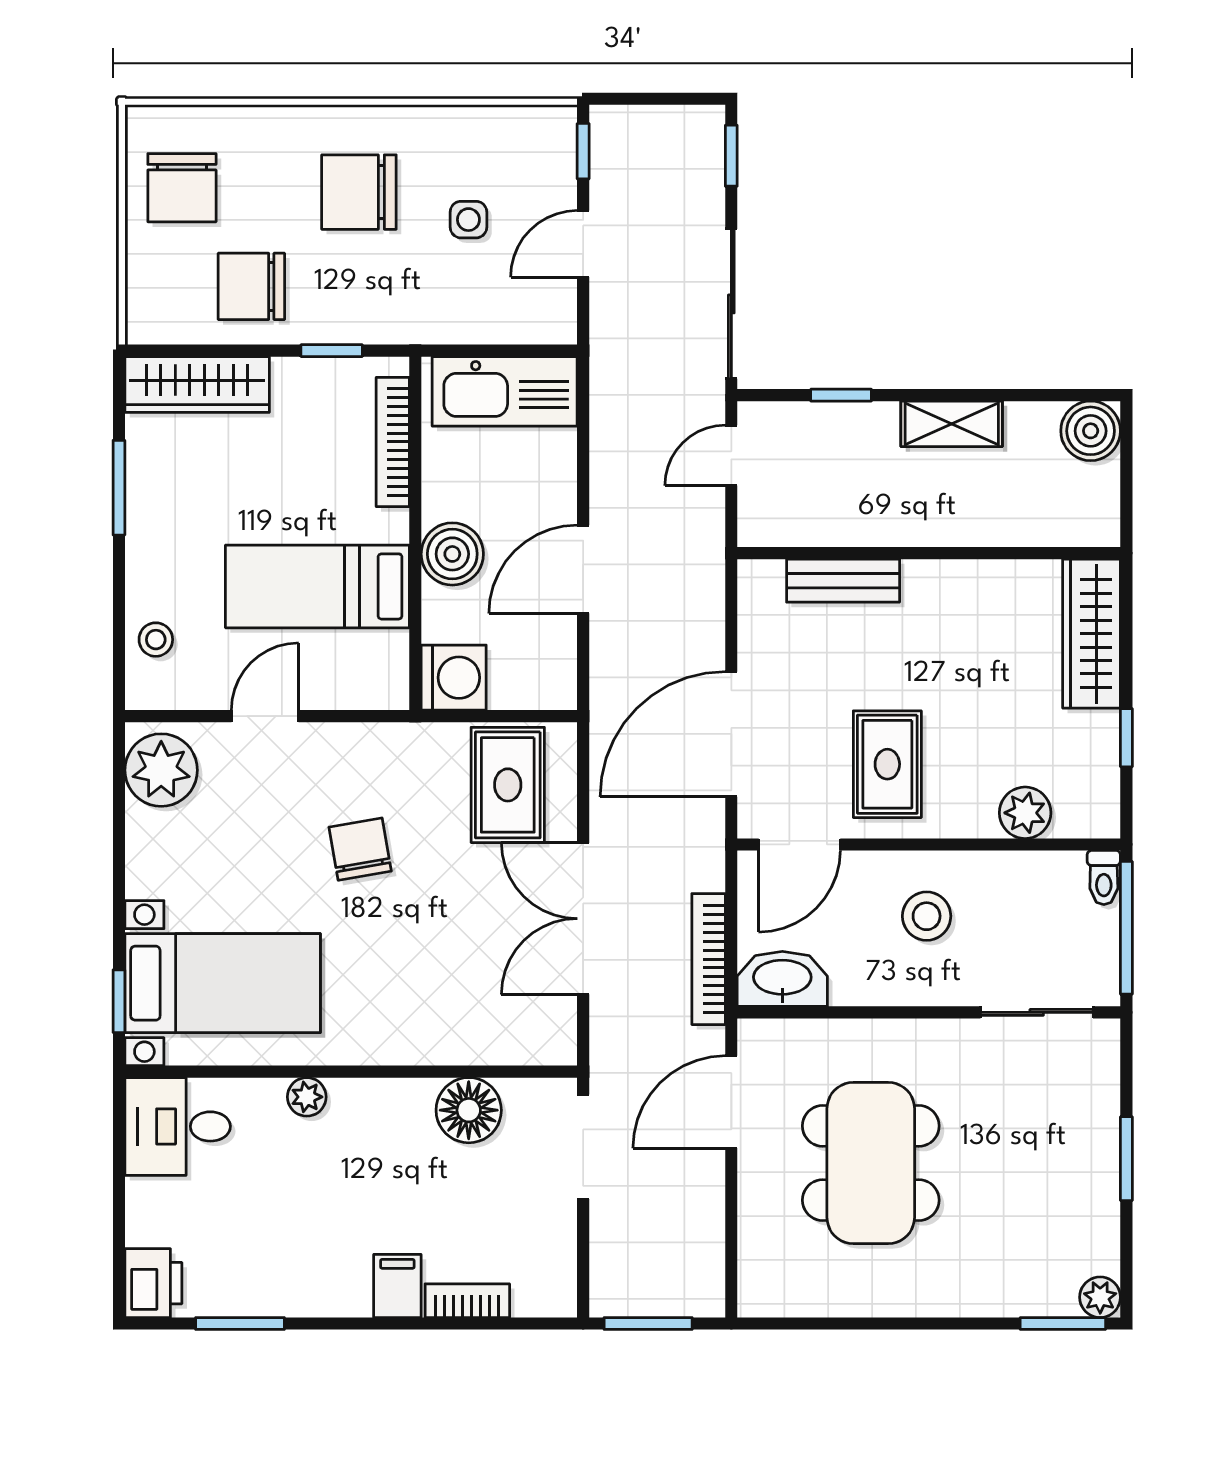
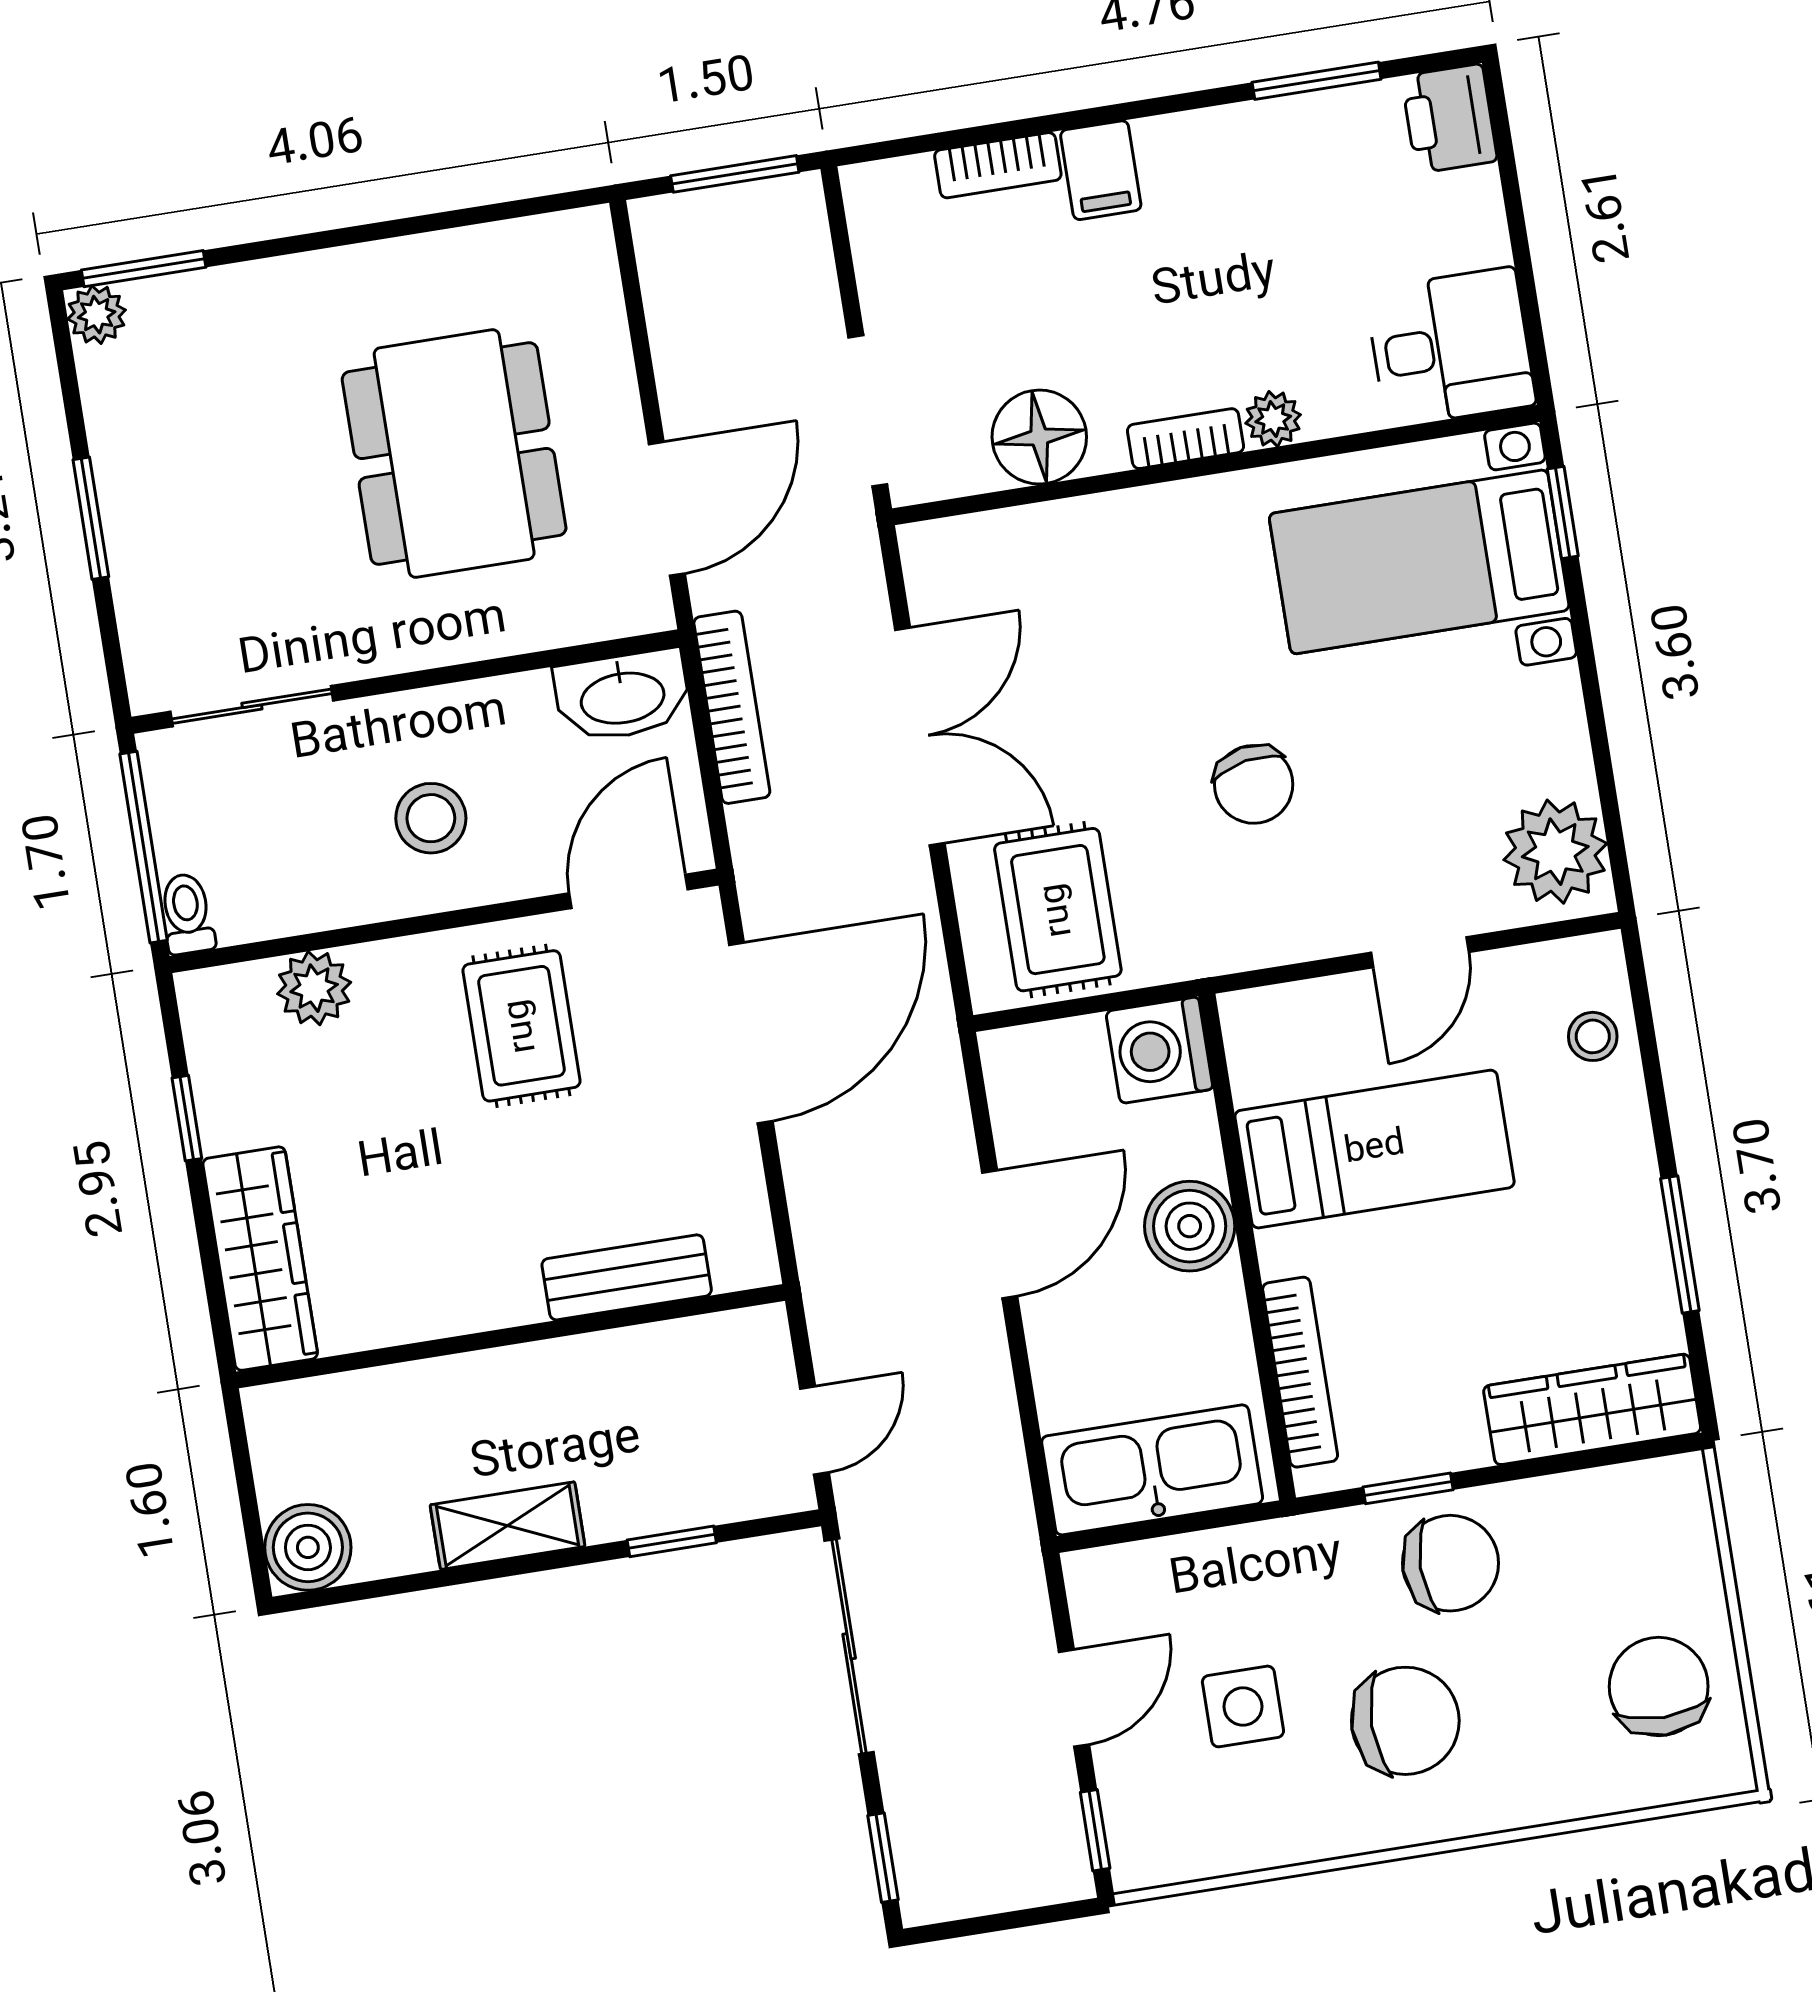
side table: (468, 220) -> (1243, 1706), width x1.37, depth x1.37
chair: (251, 286) -> (1450, 1563), moved
bookcase: (369, 1093) -> (1186, 439), added

